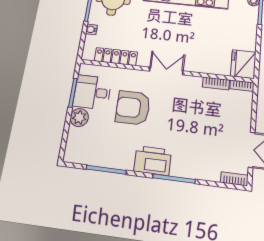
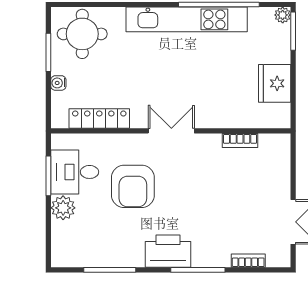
fridge: (243, 64) -> (275, 83), moved
bookcase: (242, 86) -> (275, 140), removed
armchair: (133, 108) -> (133, 186), turned -90
bookcase: (234, 179) -> (248, 261), moved

